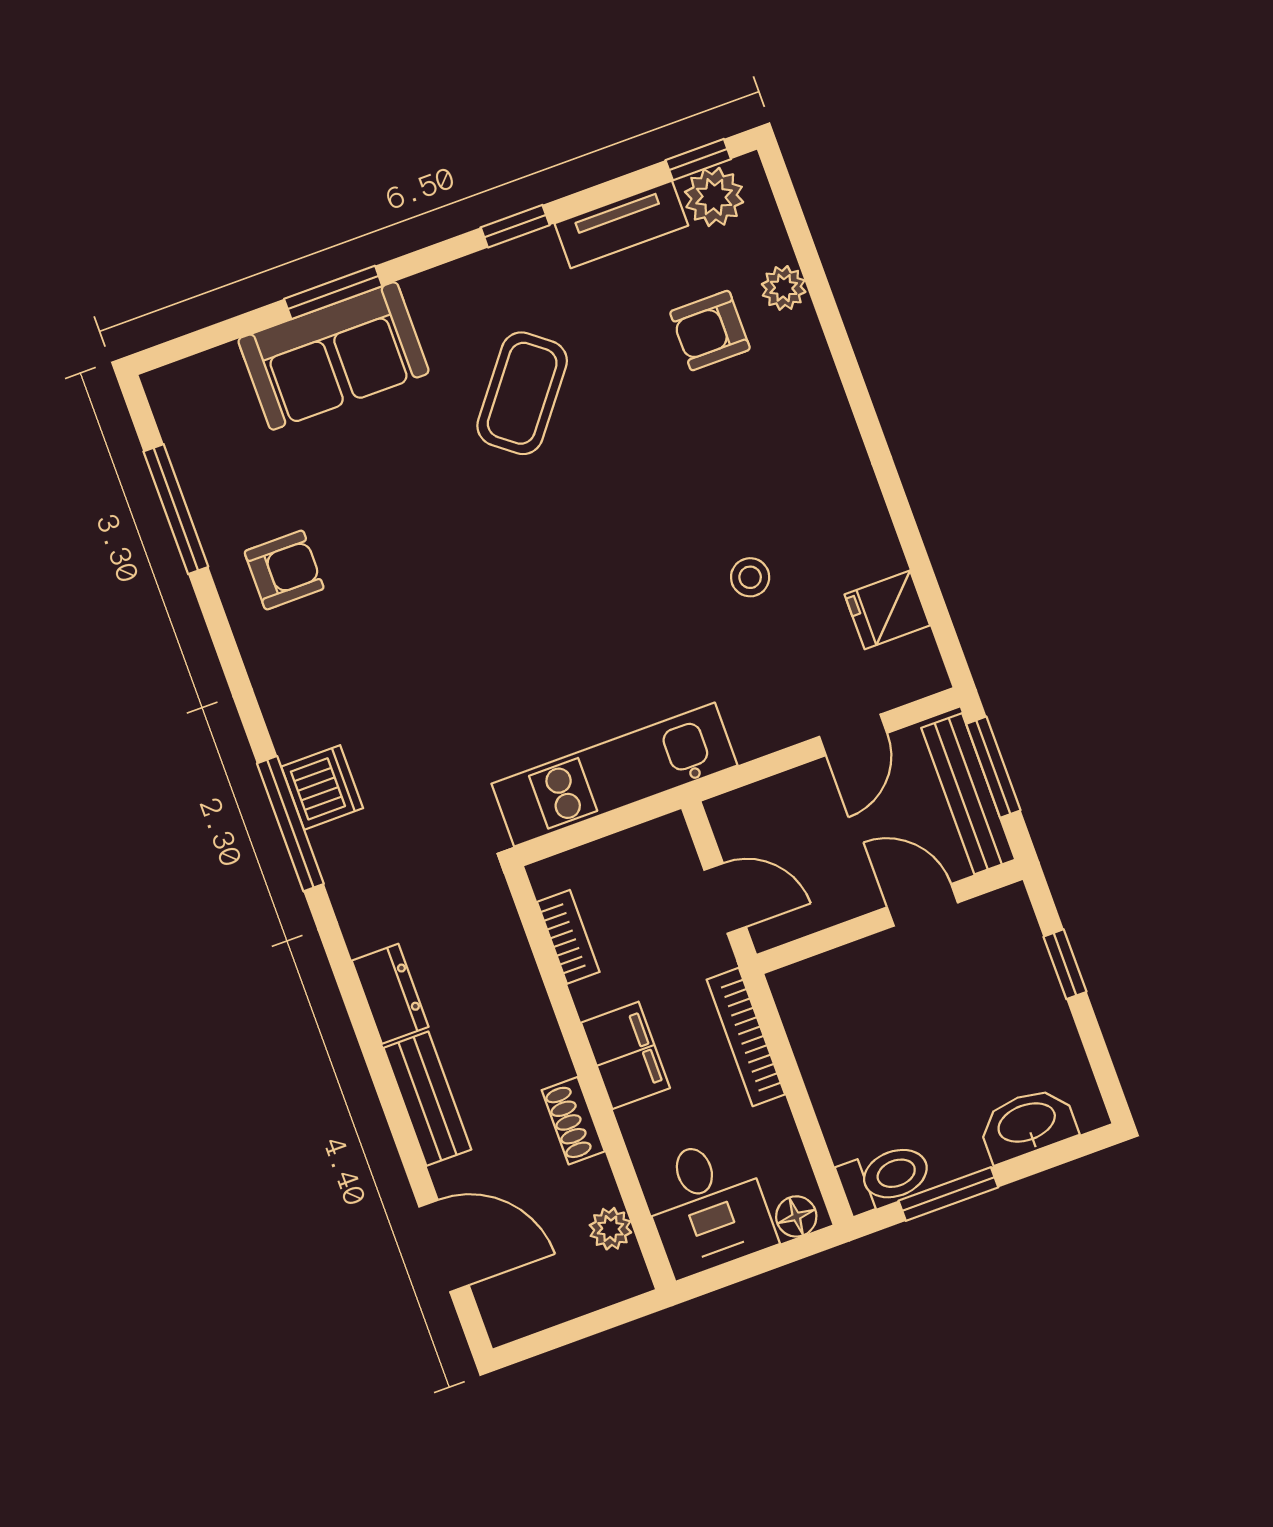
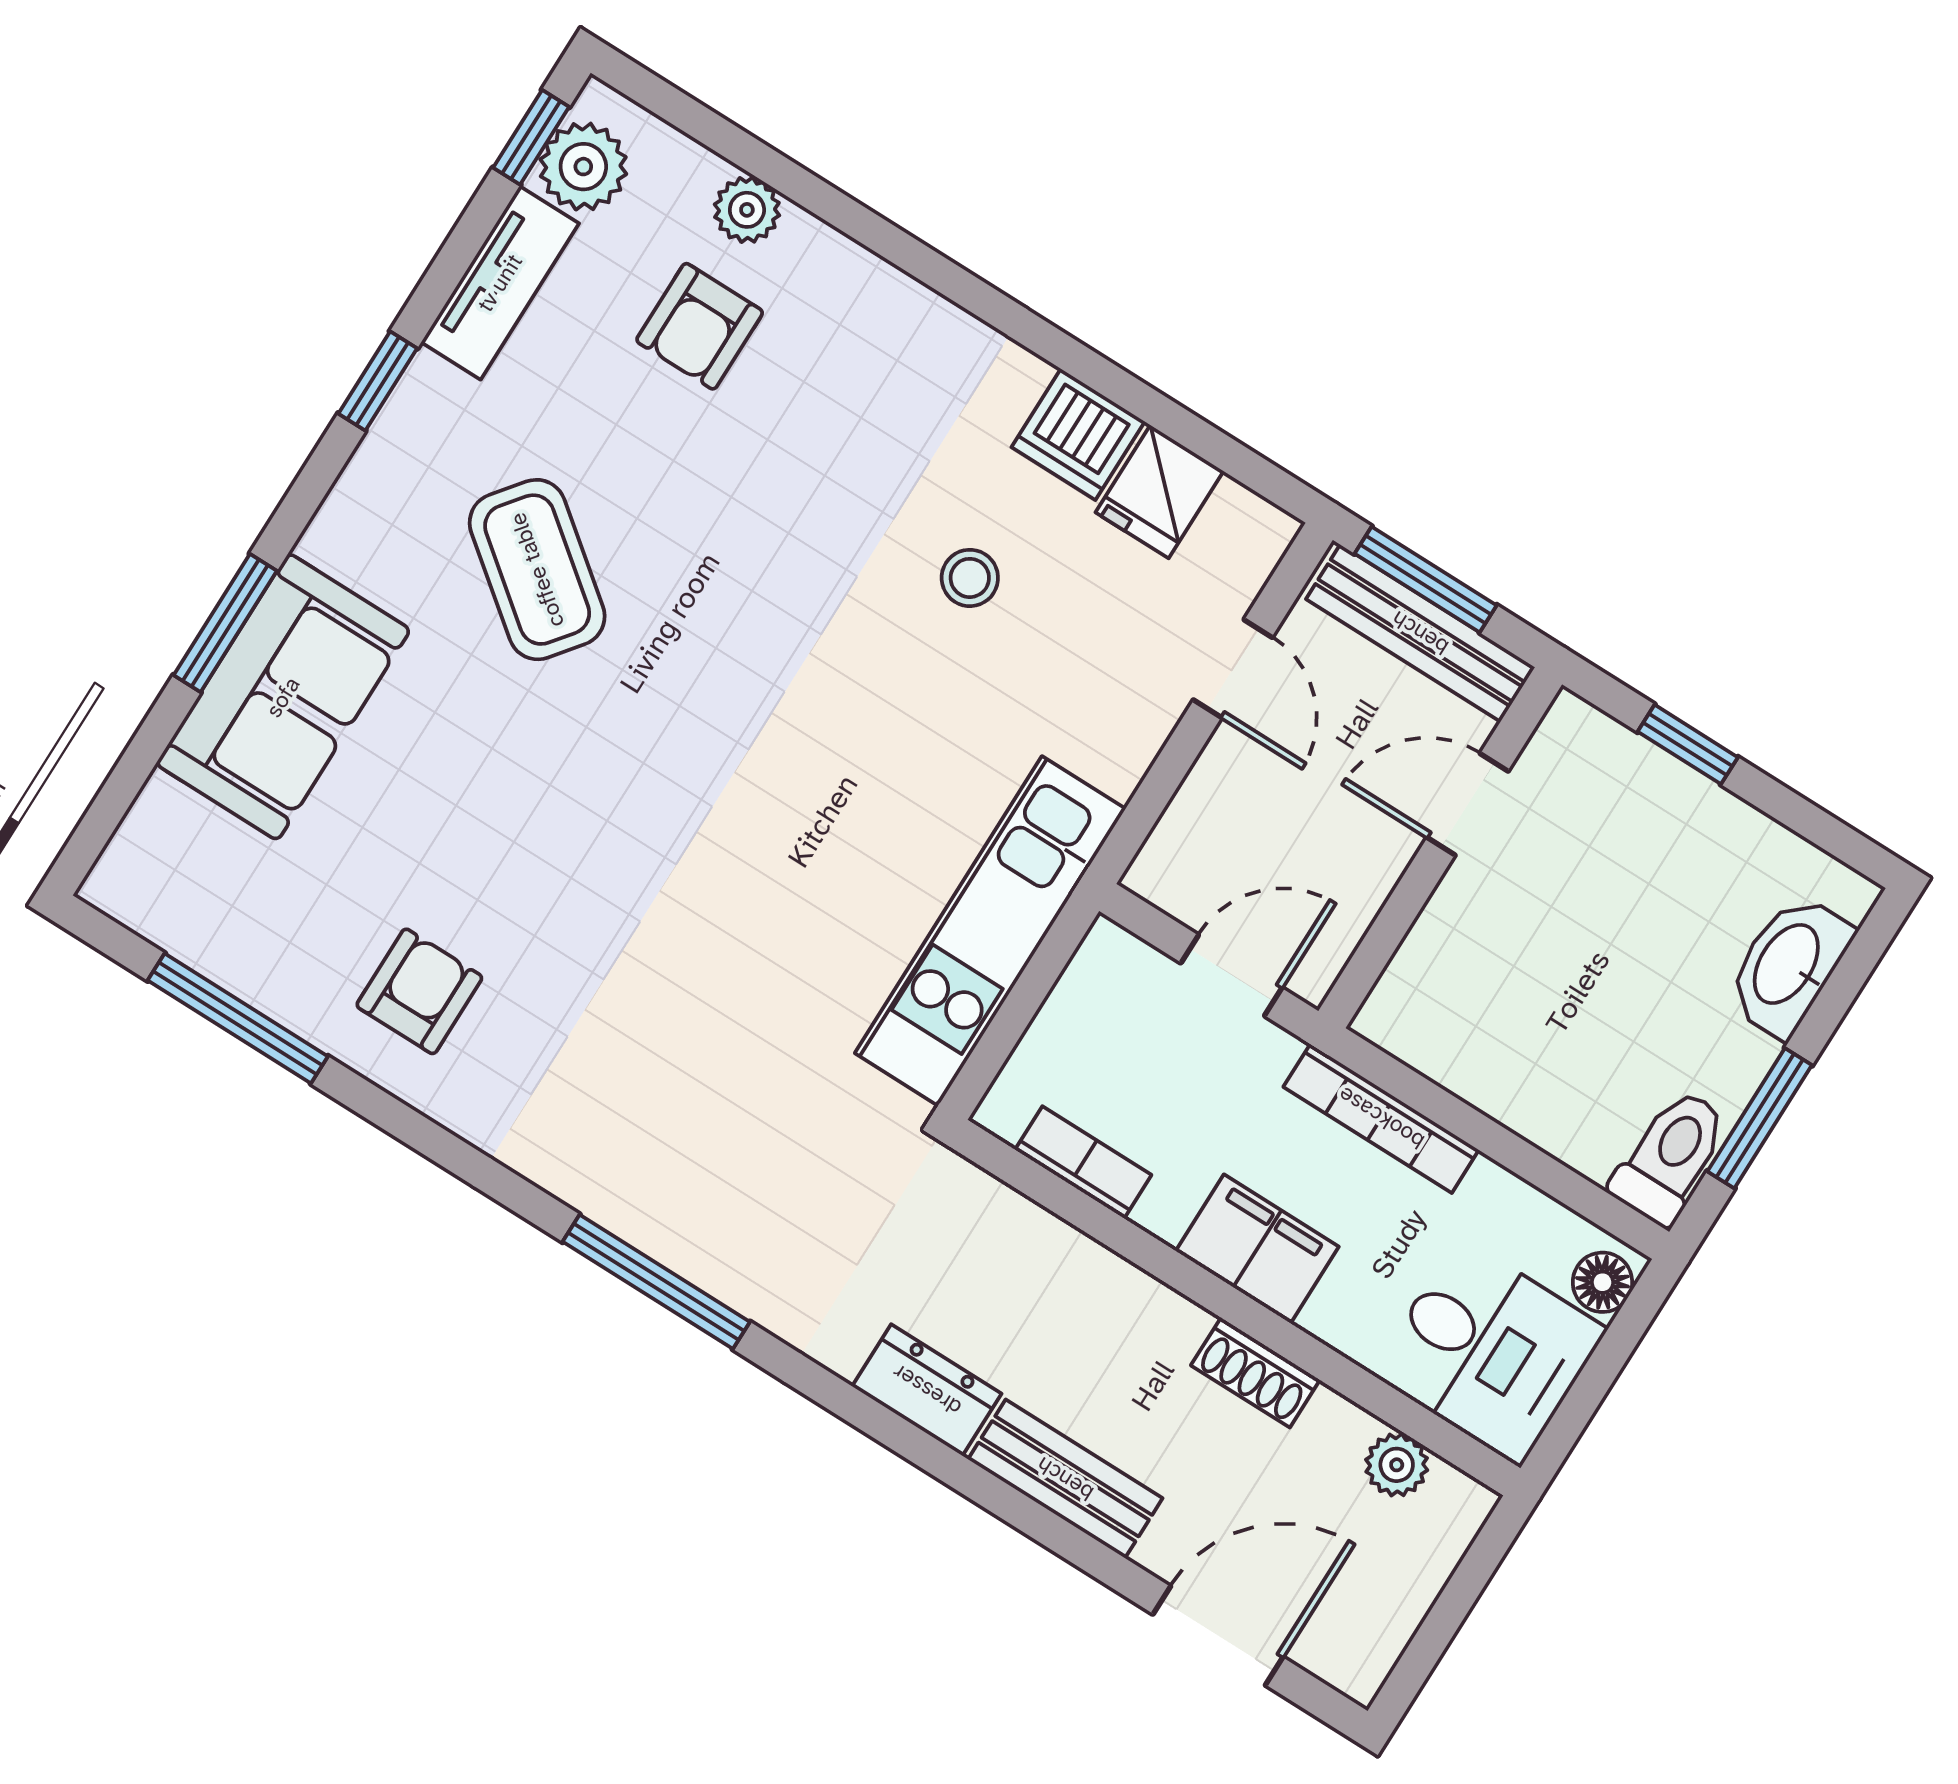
dishwasher: (322, 787) -> (1078, 434), moved, turned 180

